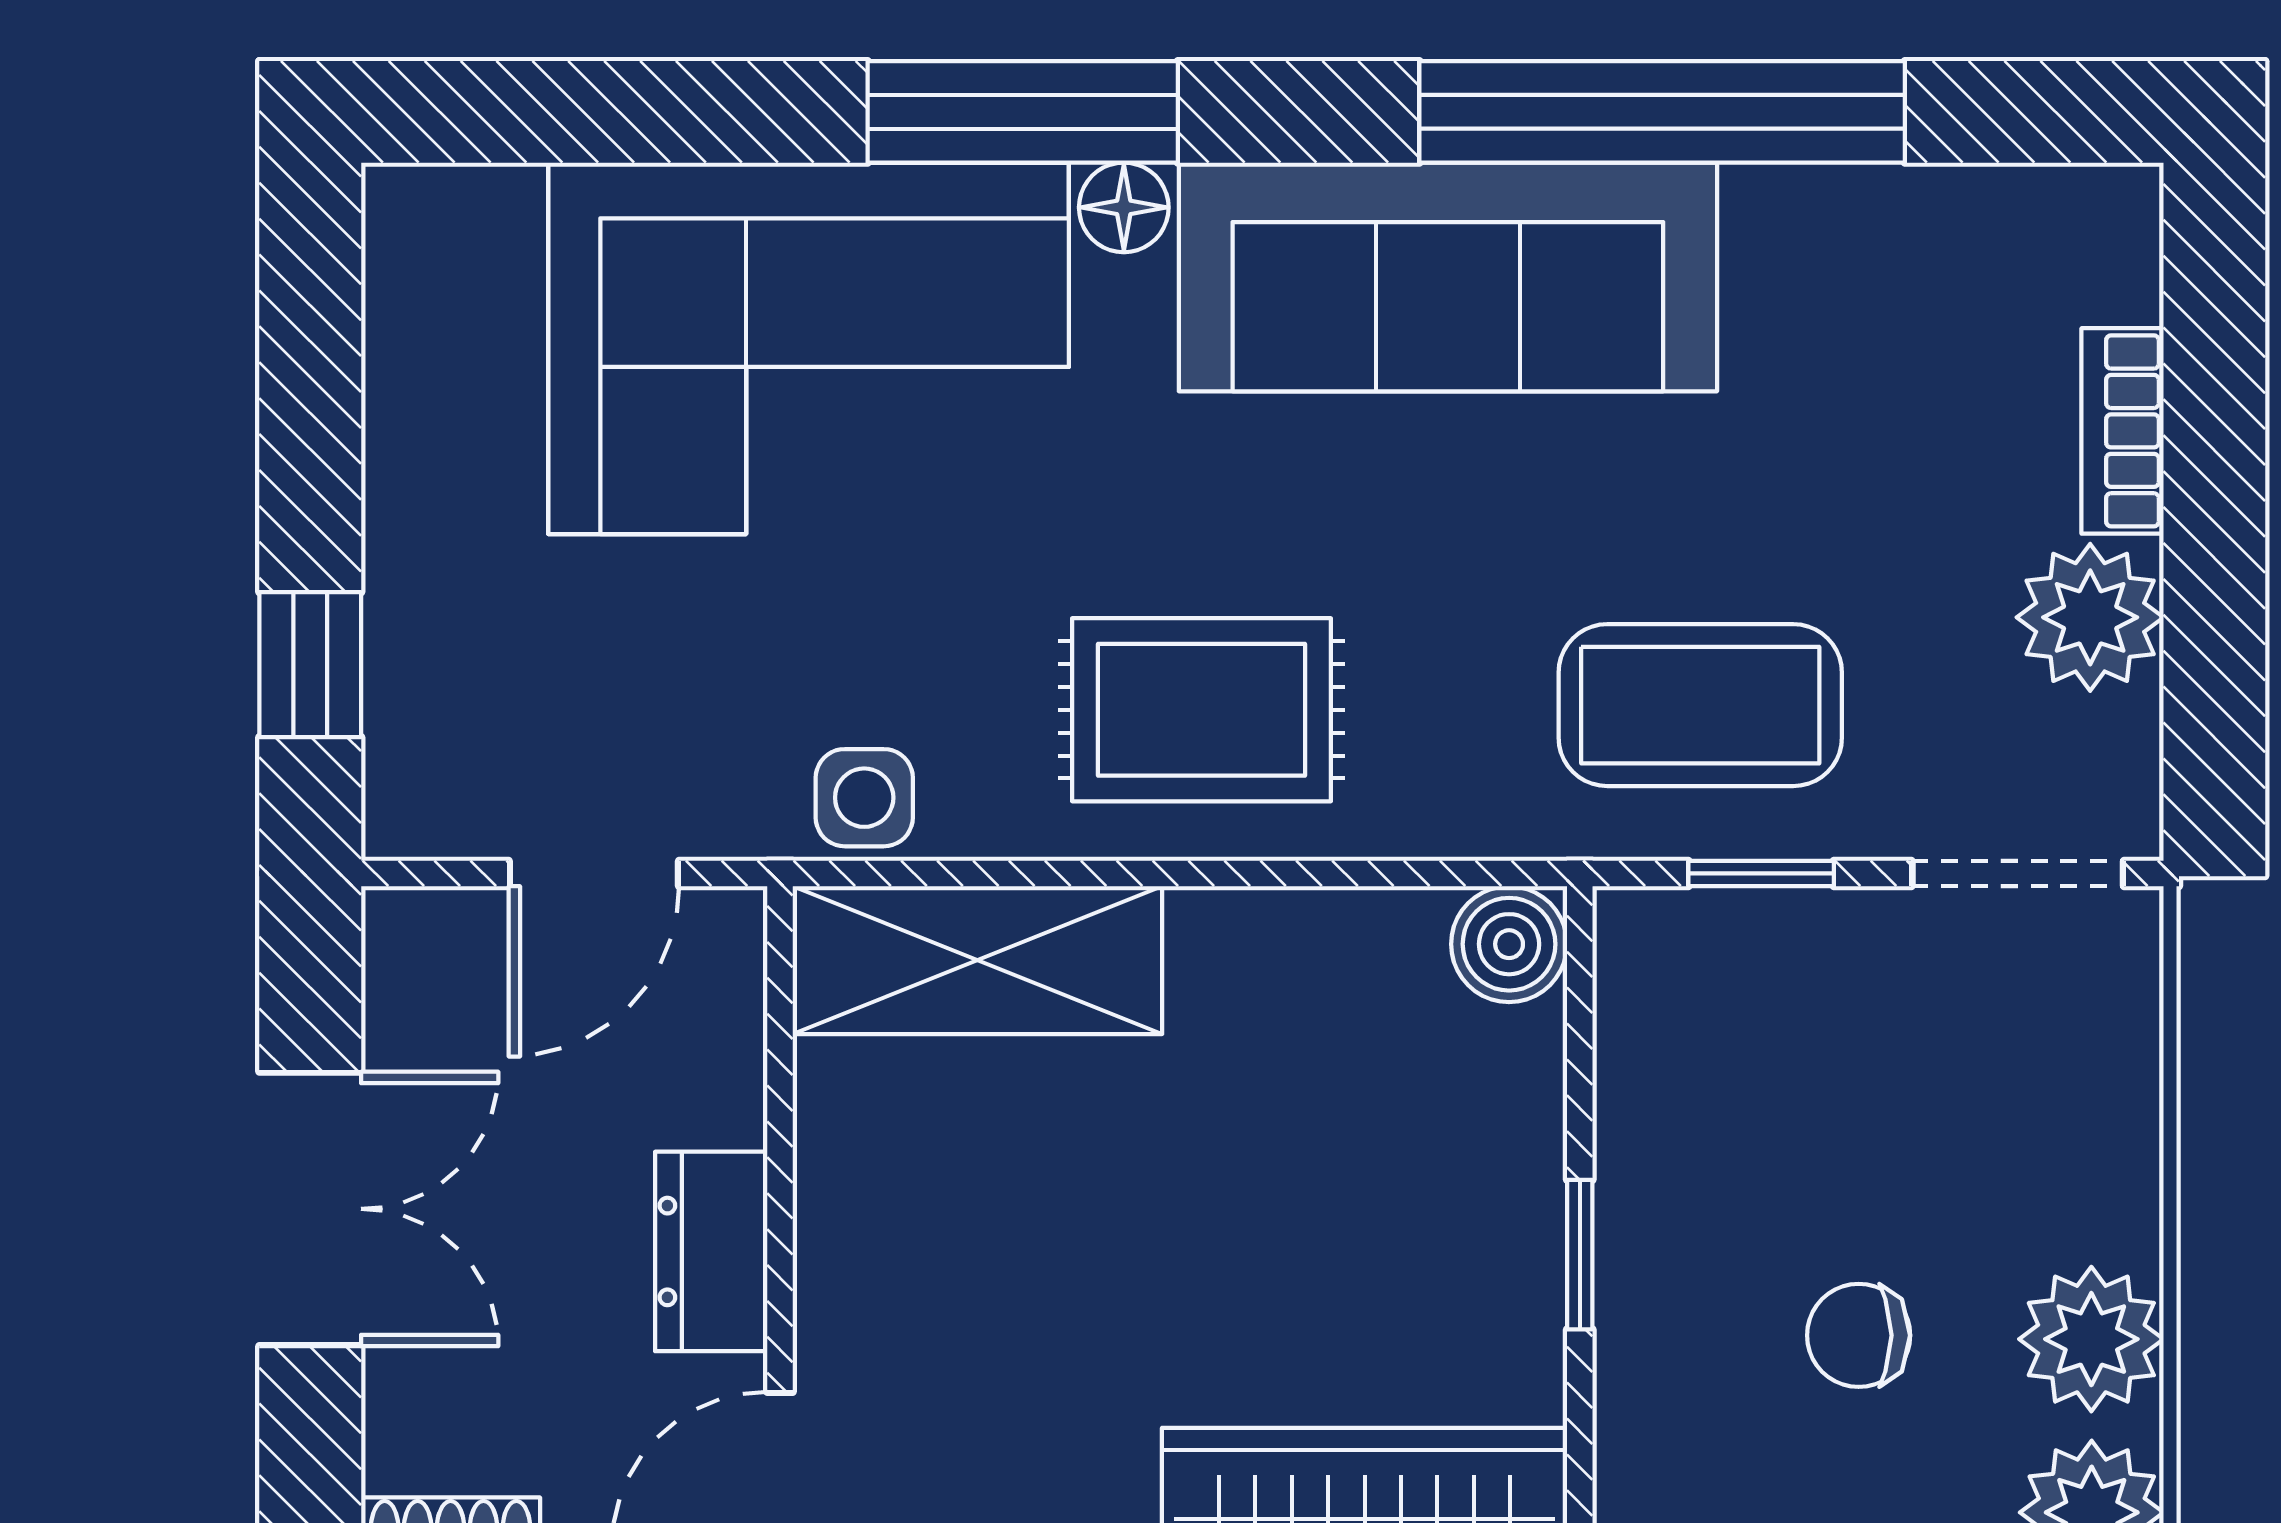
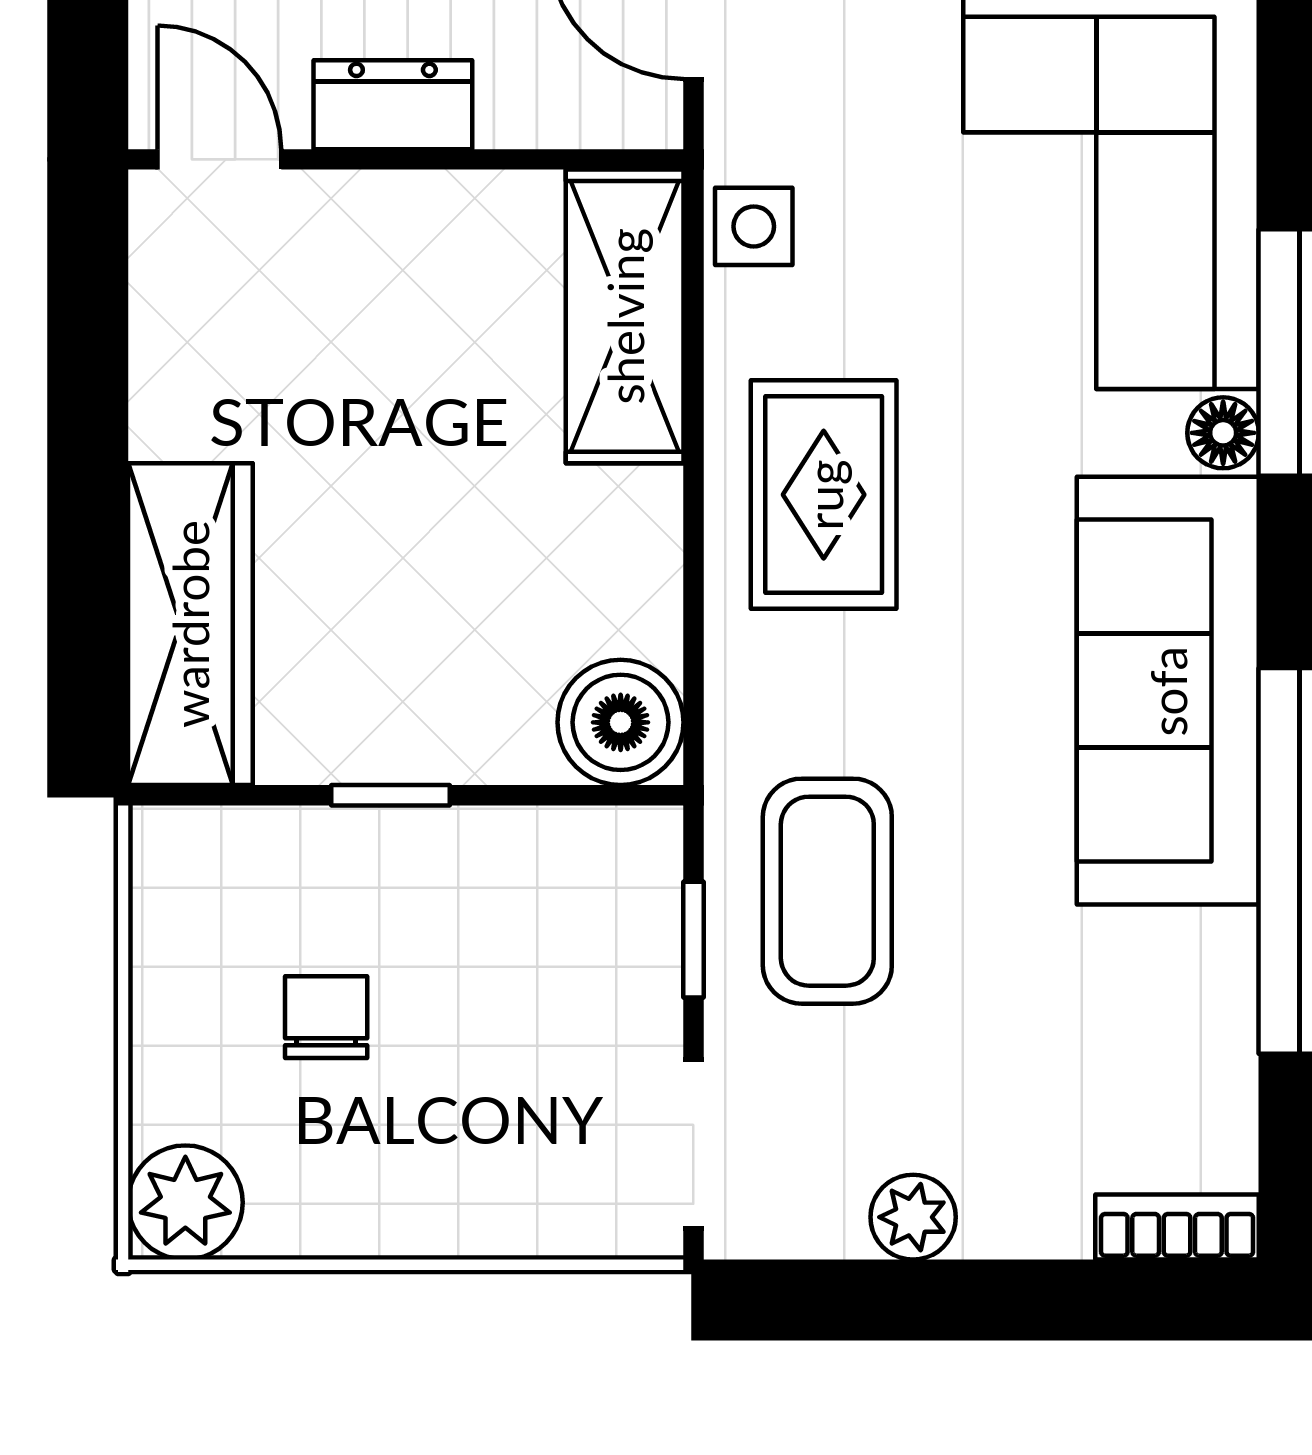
bookcase: (2123, 431) -> (1177, 1227), moved
plant: (2090, 617) -> (913, 1217), width x0.73, depth x0.73
boiler: (1509, 944) -> (621, 722), width x1.36, depth x1.36
plant: (2091, 1339) -> (323, 1202), removed

